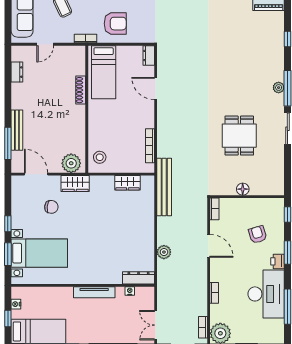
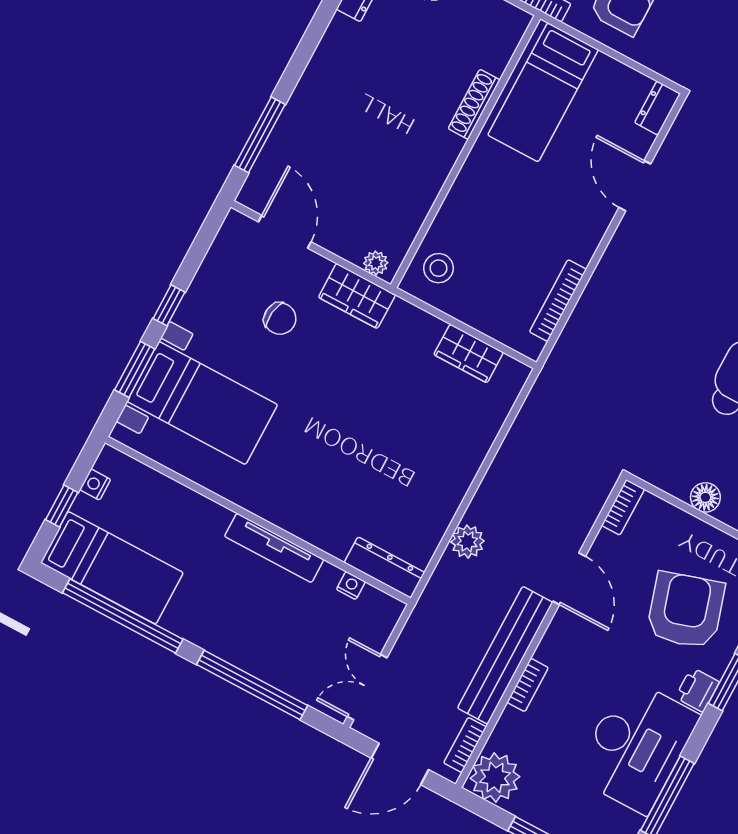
bench: (17, 130) -> (294, 117), removed
plant: (71, 163) -> (376, 263), width x0.53, depth x0.53
bench: (164, 187) -> (505, 655), moved
armchair: (258, 235) -> (686, 610), width x1.88, depth x1.88

